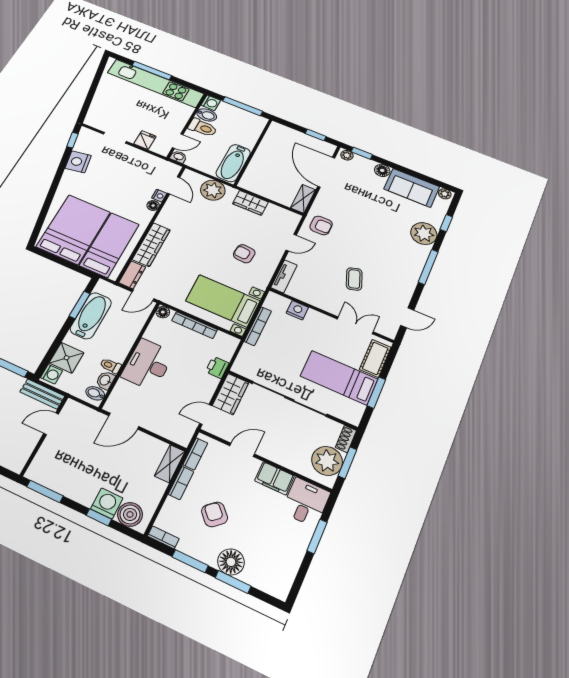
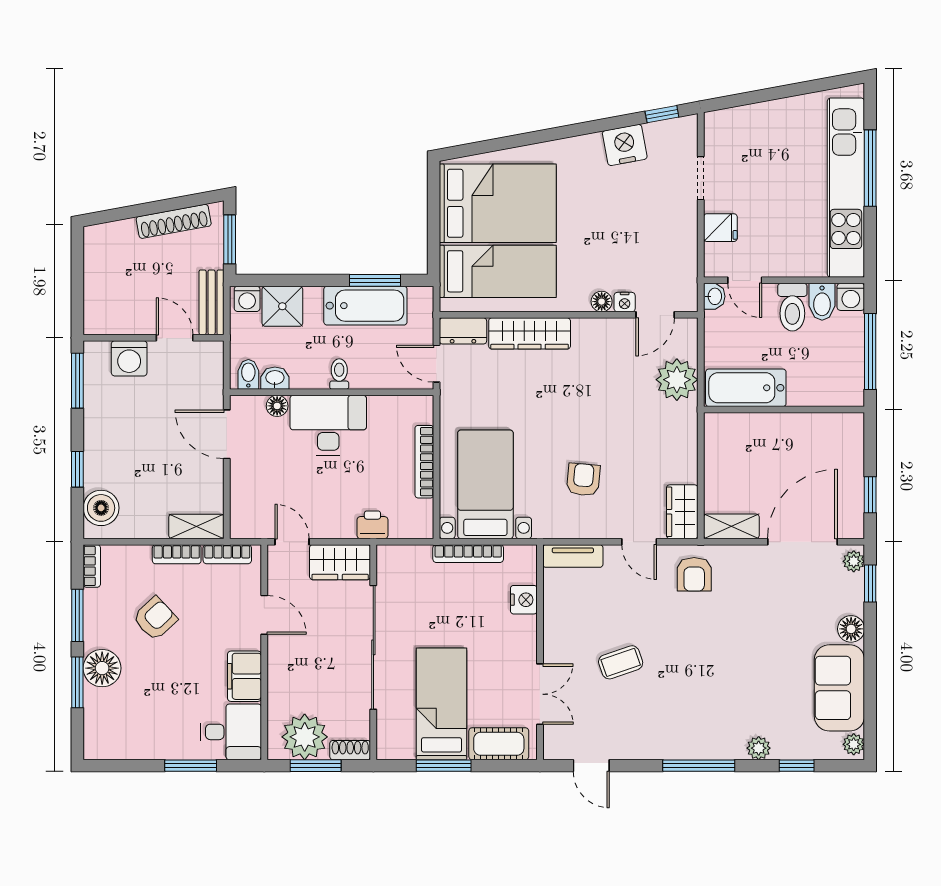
wardrobe: (250, 203) -> (682, 512), moved
plant: (424, 234) -> (759, 748), width x0.53, depth x0.53
floor lamp: (163, 312) -> (277, 406), moved
toilet: (111, 366) -> (339, 374), moved
washing machine: (107, 503) -> (129, 358), moved, turned 90

